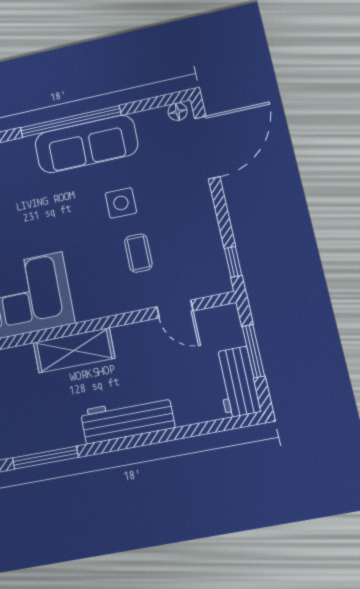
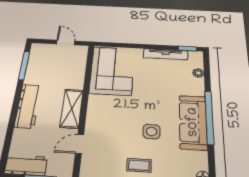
coffee table: (138, 253) -> (139, 165), moved
shelving: (74, 350) -> (72, 108), moved

